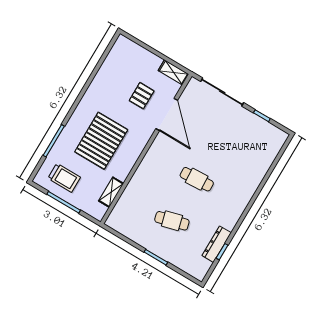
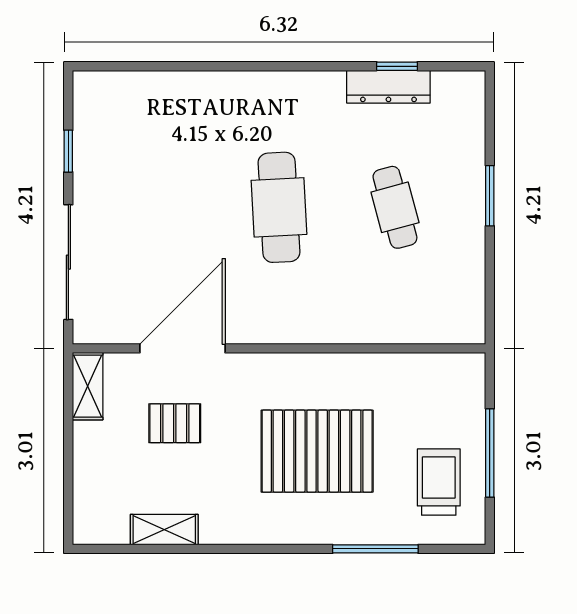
cafe table: (197, 179) -> (279, 207), width x1.37, depth x1.35
shelving: (111, 192) -> (164, 530), moved

